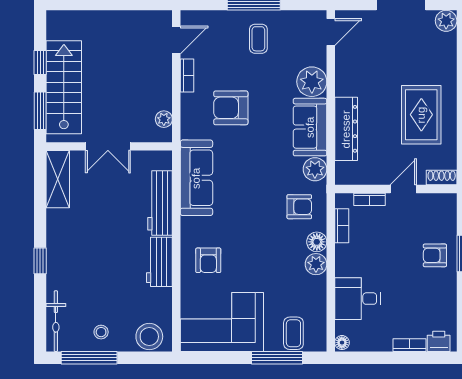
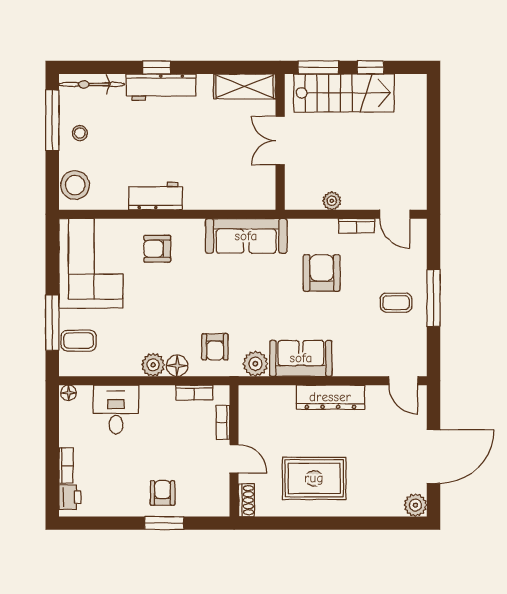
plant: (312, 82) -> (350, 360), removed
plant: (164, 119) -> (332, 201), moved
dresser: (346, 129) -> (330, 397), moved
workbench: (160, 203) -> (161, 87), moved, turned 180

